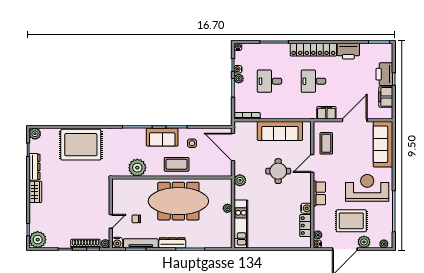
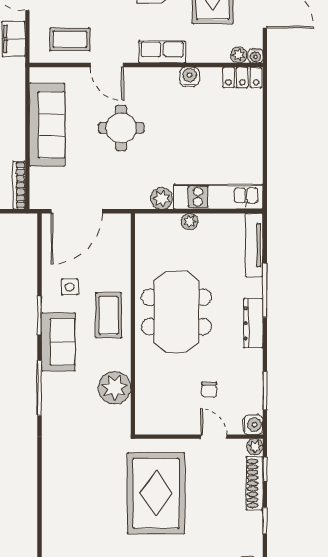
rug: (81, 145) -> (156, 493), moved
plant: (240, 180) -> (162, 198), moved
meeting table: (178, 201) -> (176, 312), width x0.73
locker: (306, 226) -> (242, 77), moved
tv unit: (141, 243) -> (254, 245), moved

